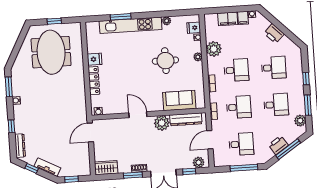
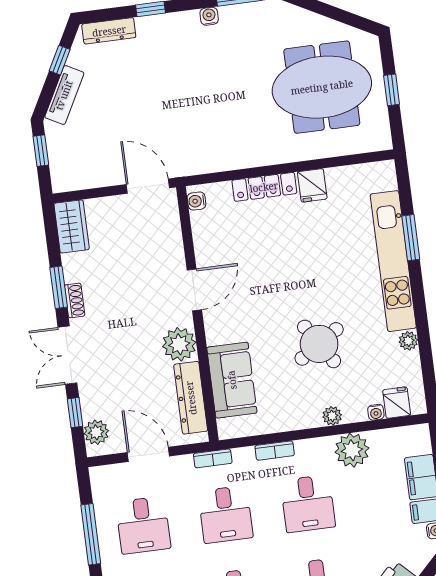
round table: (165, 61) -> (319, 344), turned -33

